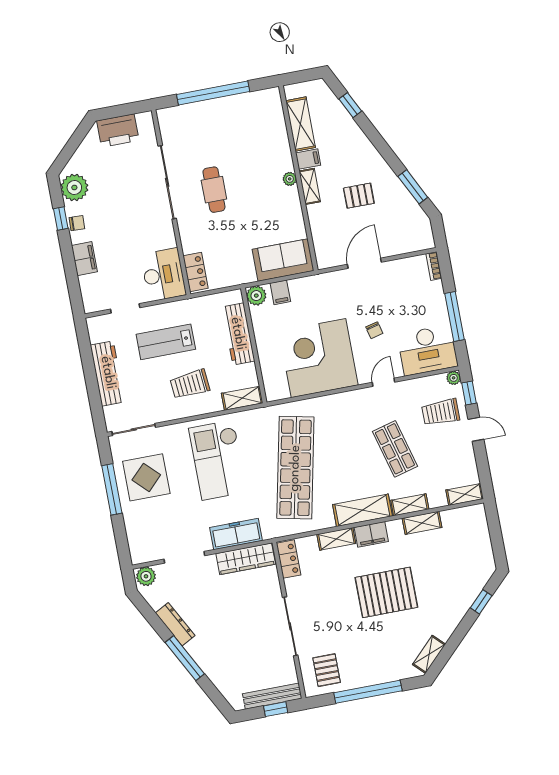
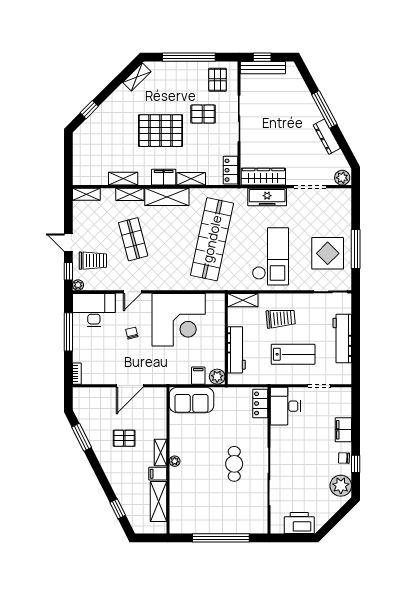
pallet: (337, 623) -> (203, 114), added

